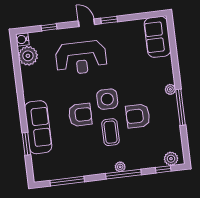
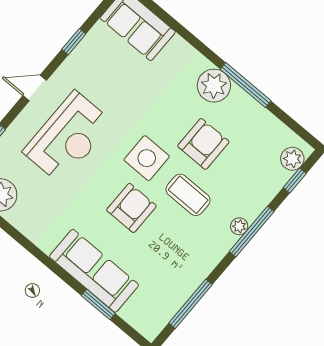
window: (109, 20) -> (74, 42), moved
plant: (170, 89) -> (214, 86), width x1.88, depth x1.88
armchair: (138, 116) -> (203, 144), turned 180

